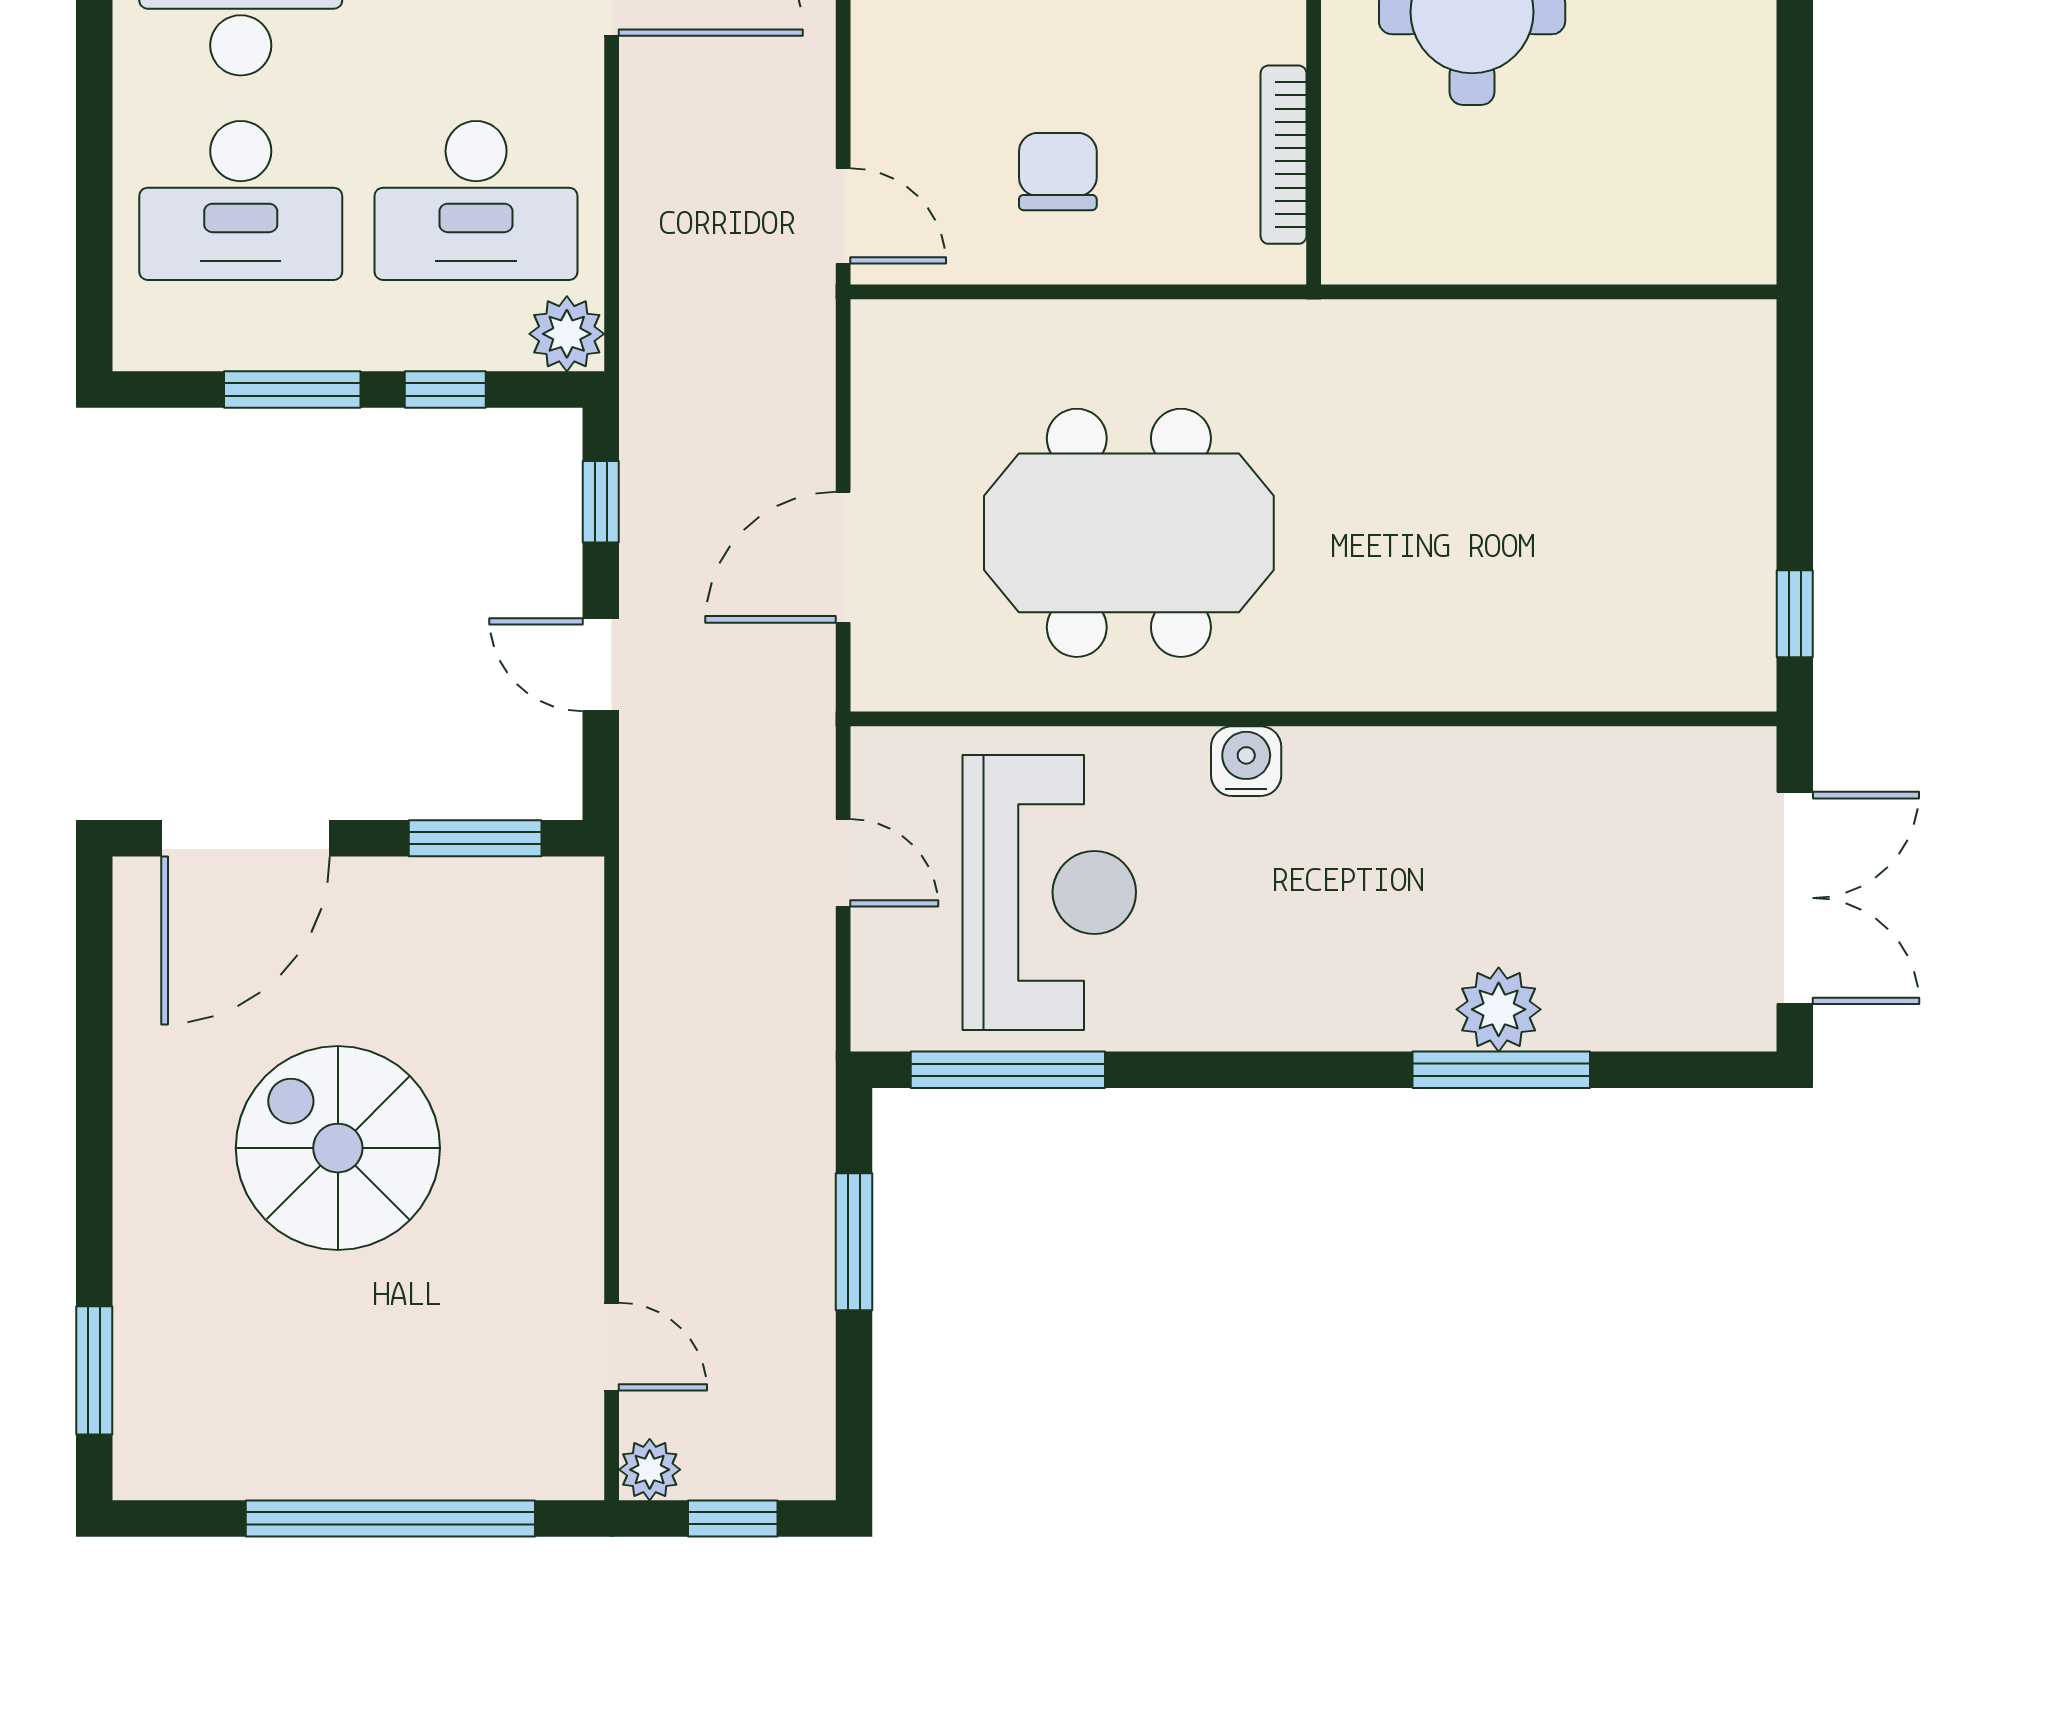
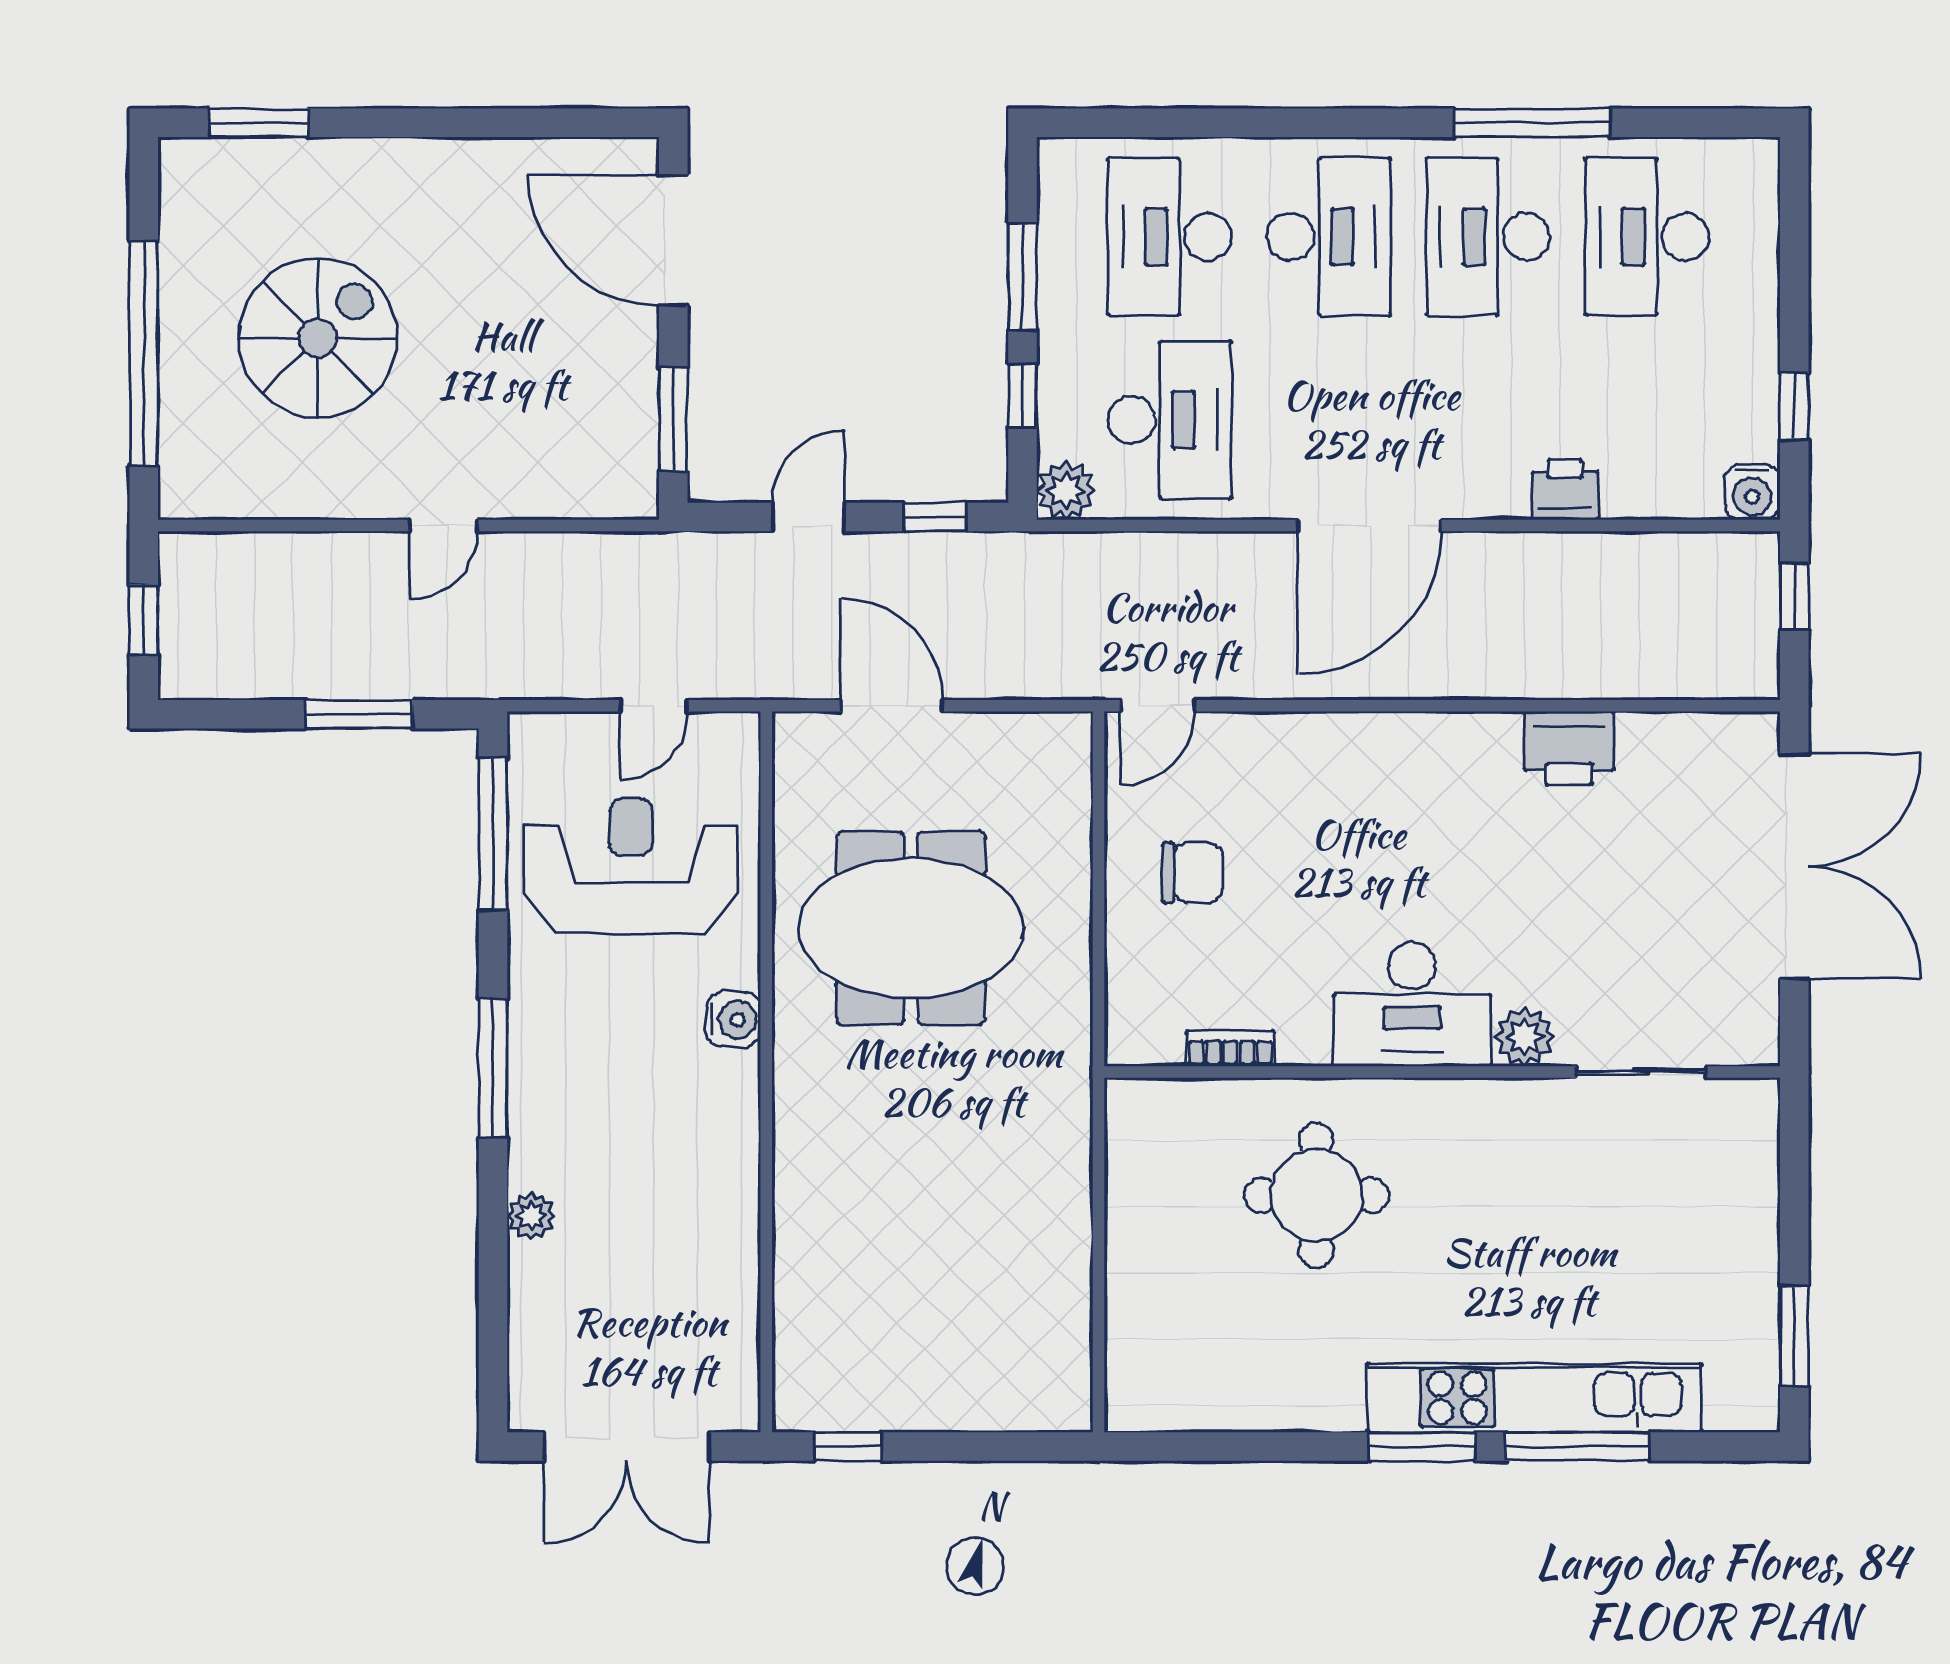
bookcase: (1284, 155) -> (1230, 1049), width x0.64
desk: (476, 200) -> (1170, 420), turned 180
meeting table: (1129, 533) -> (911, 928), turned 90
reception desk: (1049, 892) -> (631, 866), turned 180
plant: (1499, 1009) -> (531, 1216), width x0.73, depth x0.73
window: (1501, 1070) -> (493, 1068), moved
spiral stairs: (338, 1148) -> (318, 338), moved
door: (612, 1347) -> (443, 526), moved
plant: (650, 1470) -> (182, 555), removed

